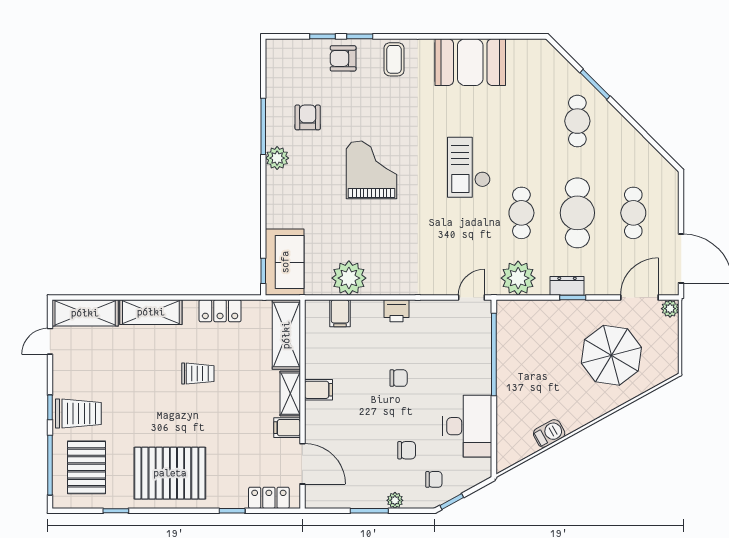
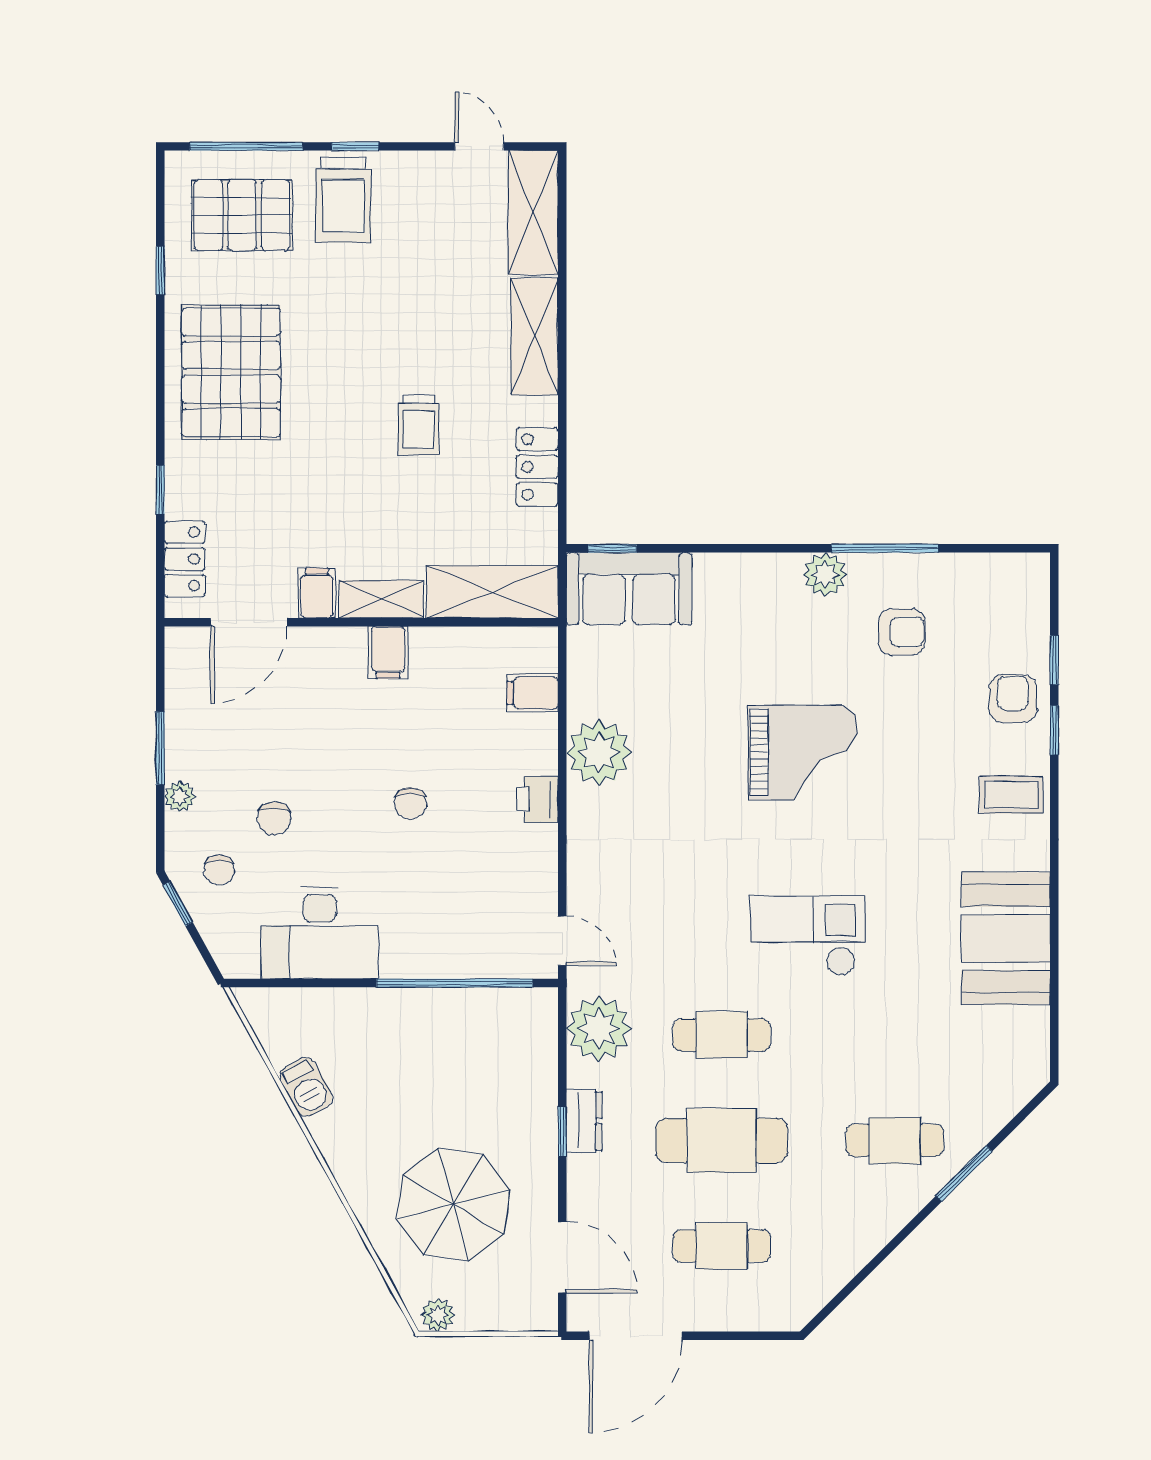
plant: (349, 278) -> (599, 753), moved
plant: (670, 309) -> (438, 1315), moved

